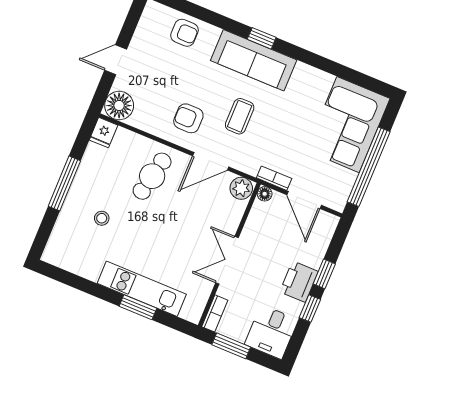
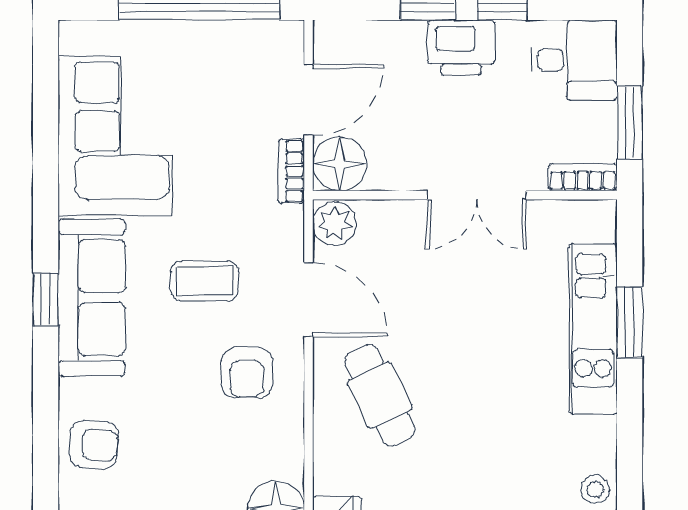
armchair: (184, 33) -> (94, 444), turned 94
corner sofa: (348, 125) -> (115, 136), moved, turned -90
cafe table: (152, 176) -> (380, 395), turned 52
floor lamp: (265, 194) -> (340, 164), width x1.89, depth x1.89
stool: (102, 218) -> (595, 490), moved

